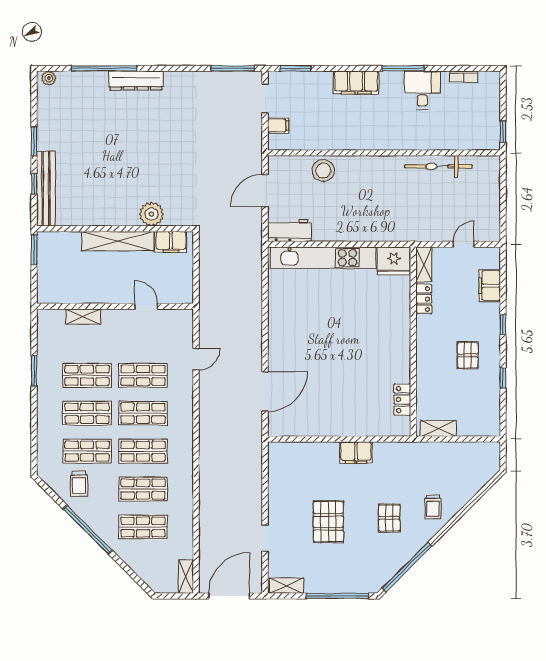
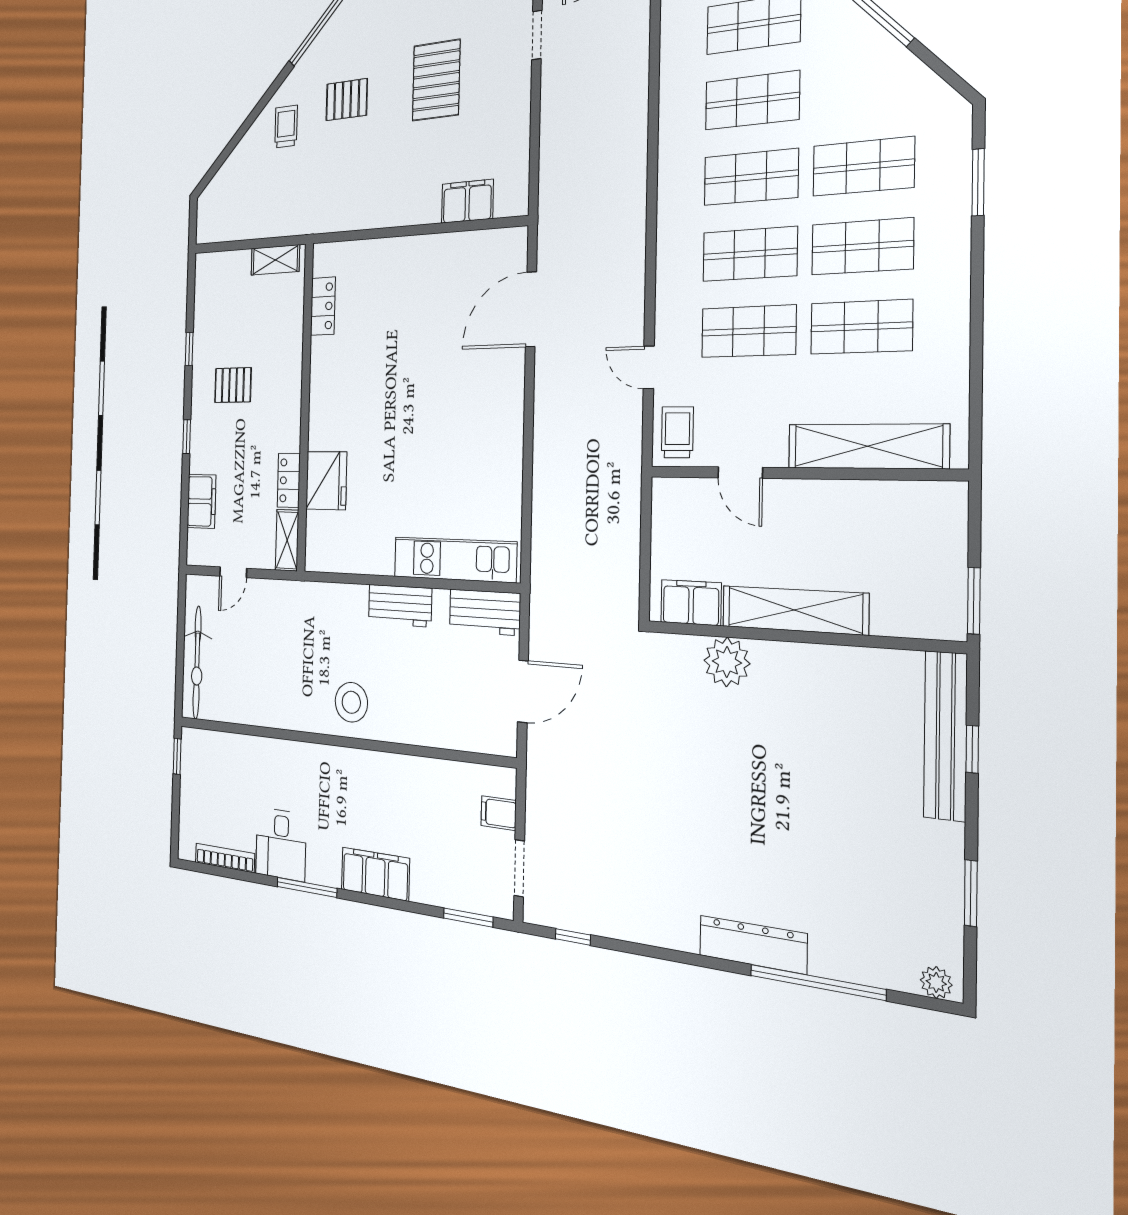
window: (233, 68) -> (573, 937), width x0.46
bookcase: (464, 77) -> (225, 858), width x1.56
window: (34, 141) -> (971, 893), moved
bicycle: (438, 166) -> (197, 662), moved, turned 90
stool: (323, 171) -> (351, 702), moved
workbench: (344, 231) -> (400, 606), added
kitchen unit: (323, 258) -> (455, 559), width x0.73
fridge: (394, 261) -> (326, 481), moved, turned 90
shelving: (83, 317) -> (867, 446), width x2.20, depth x1.33
pallet: (468, 355) -> (233, 385), turned 90
door: (196, 359) -> (649, 367), hinge flipped
window: (34, 371) -> (978, 182), moved
filing cabinet: (356, 452) -> (467, 201), moved
trolley: (79, 484) -> (677, 432), moved
pallet: (389, 518) -> (347, 100), turned 90

